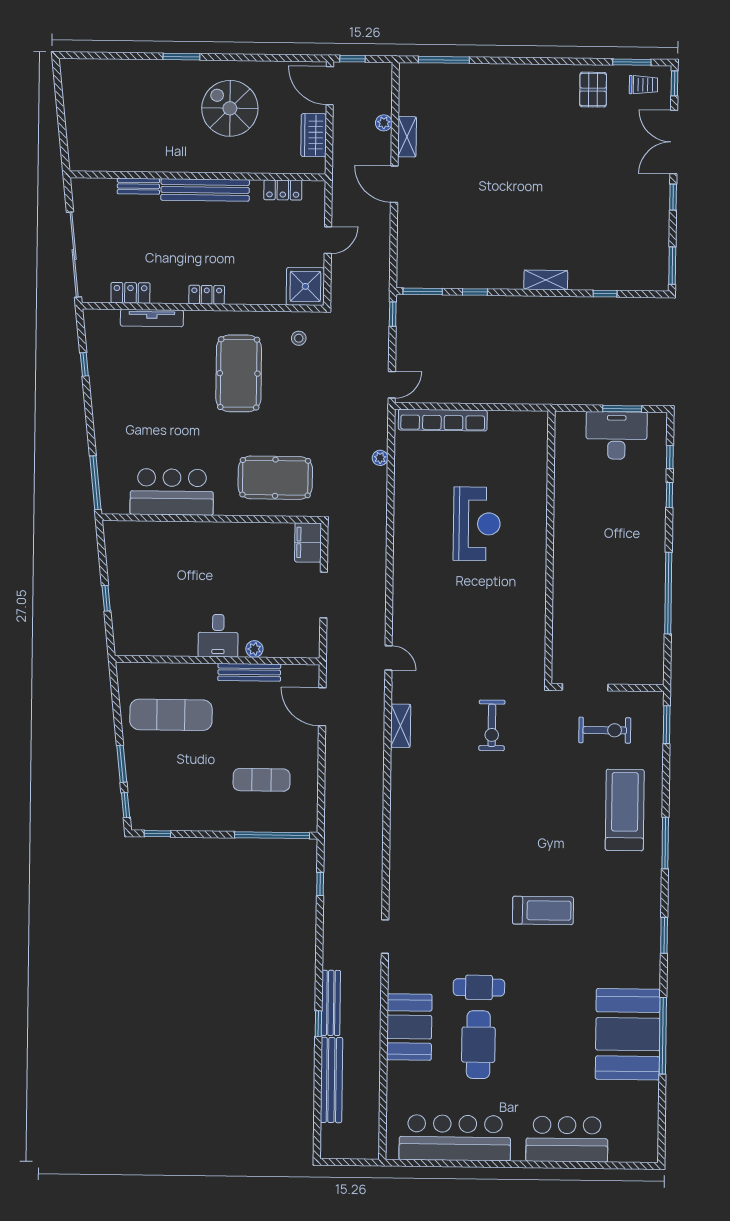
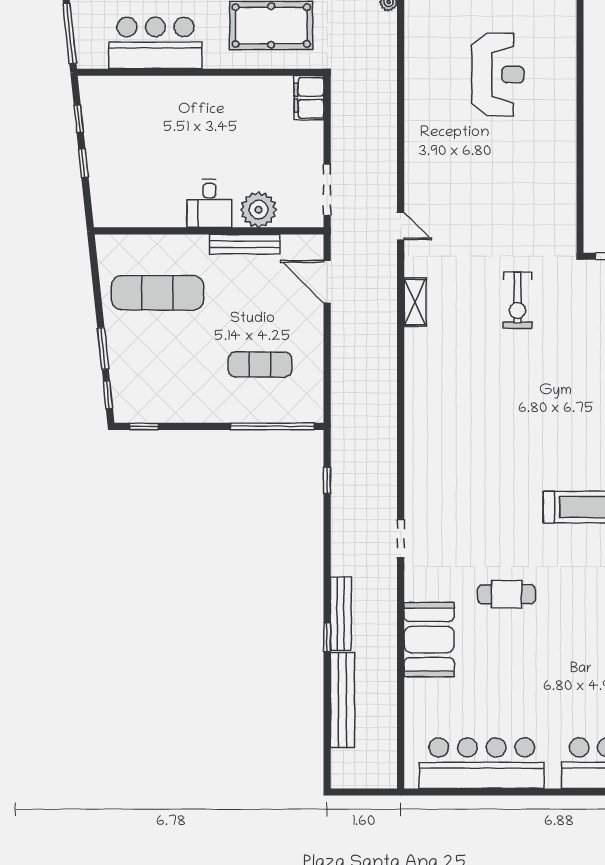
window: (103, 559) -> (79, 119), added
doorway: (324, 595) -> (327, 190), moved
plant: (254, 649) -> (259, 210), width x1.88, depth x1.88
cafe table: (478, 1045) -> (507, 658), removed

